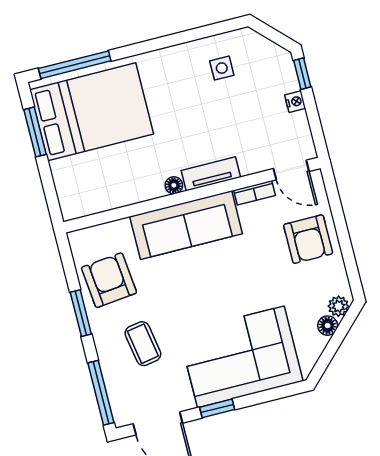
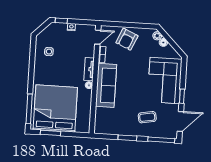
bed: (92, 112) -> (55, 108), width x1.36
armchair: (308, 239) -> (127, 39), turned 114
armchair: (109, 280) -> (118, 123), removed

